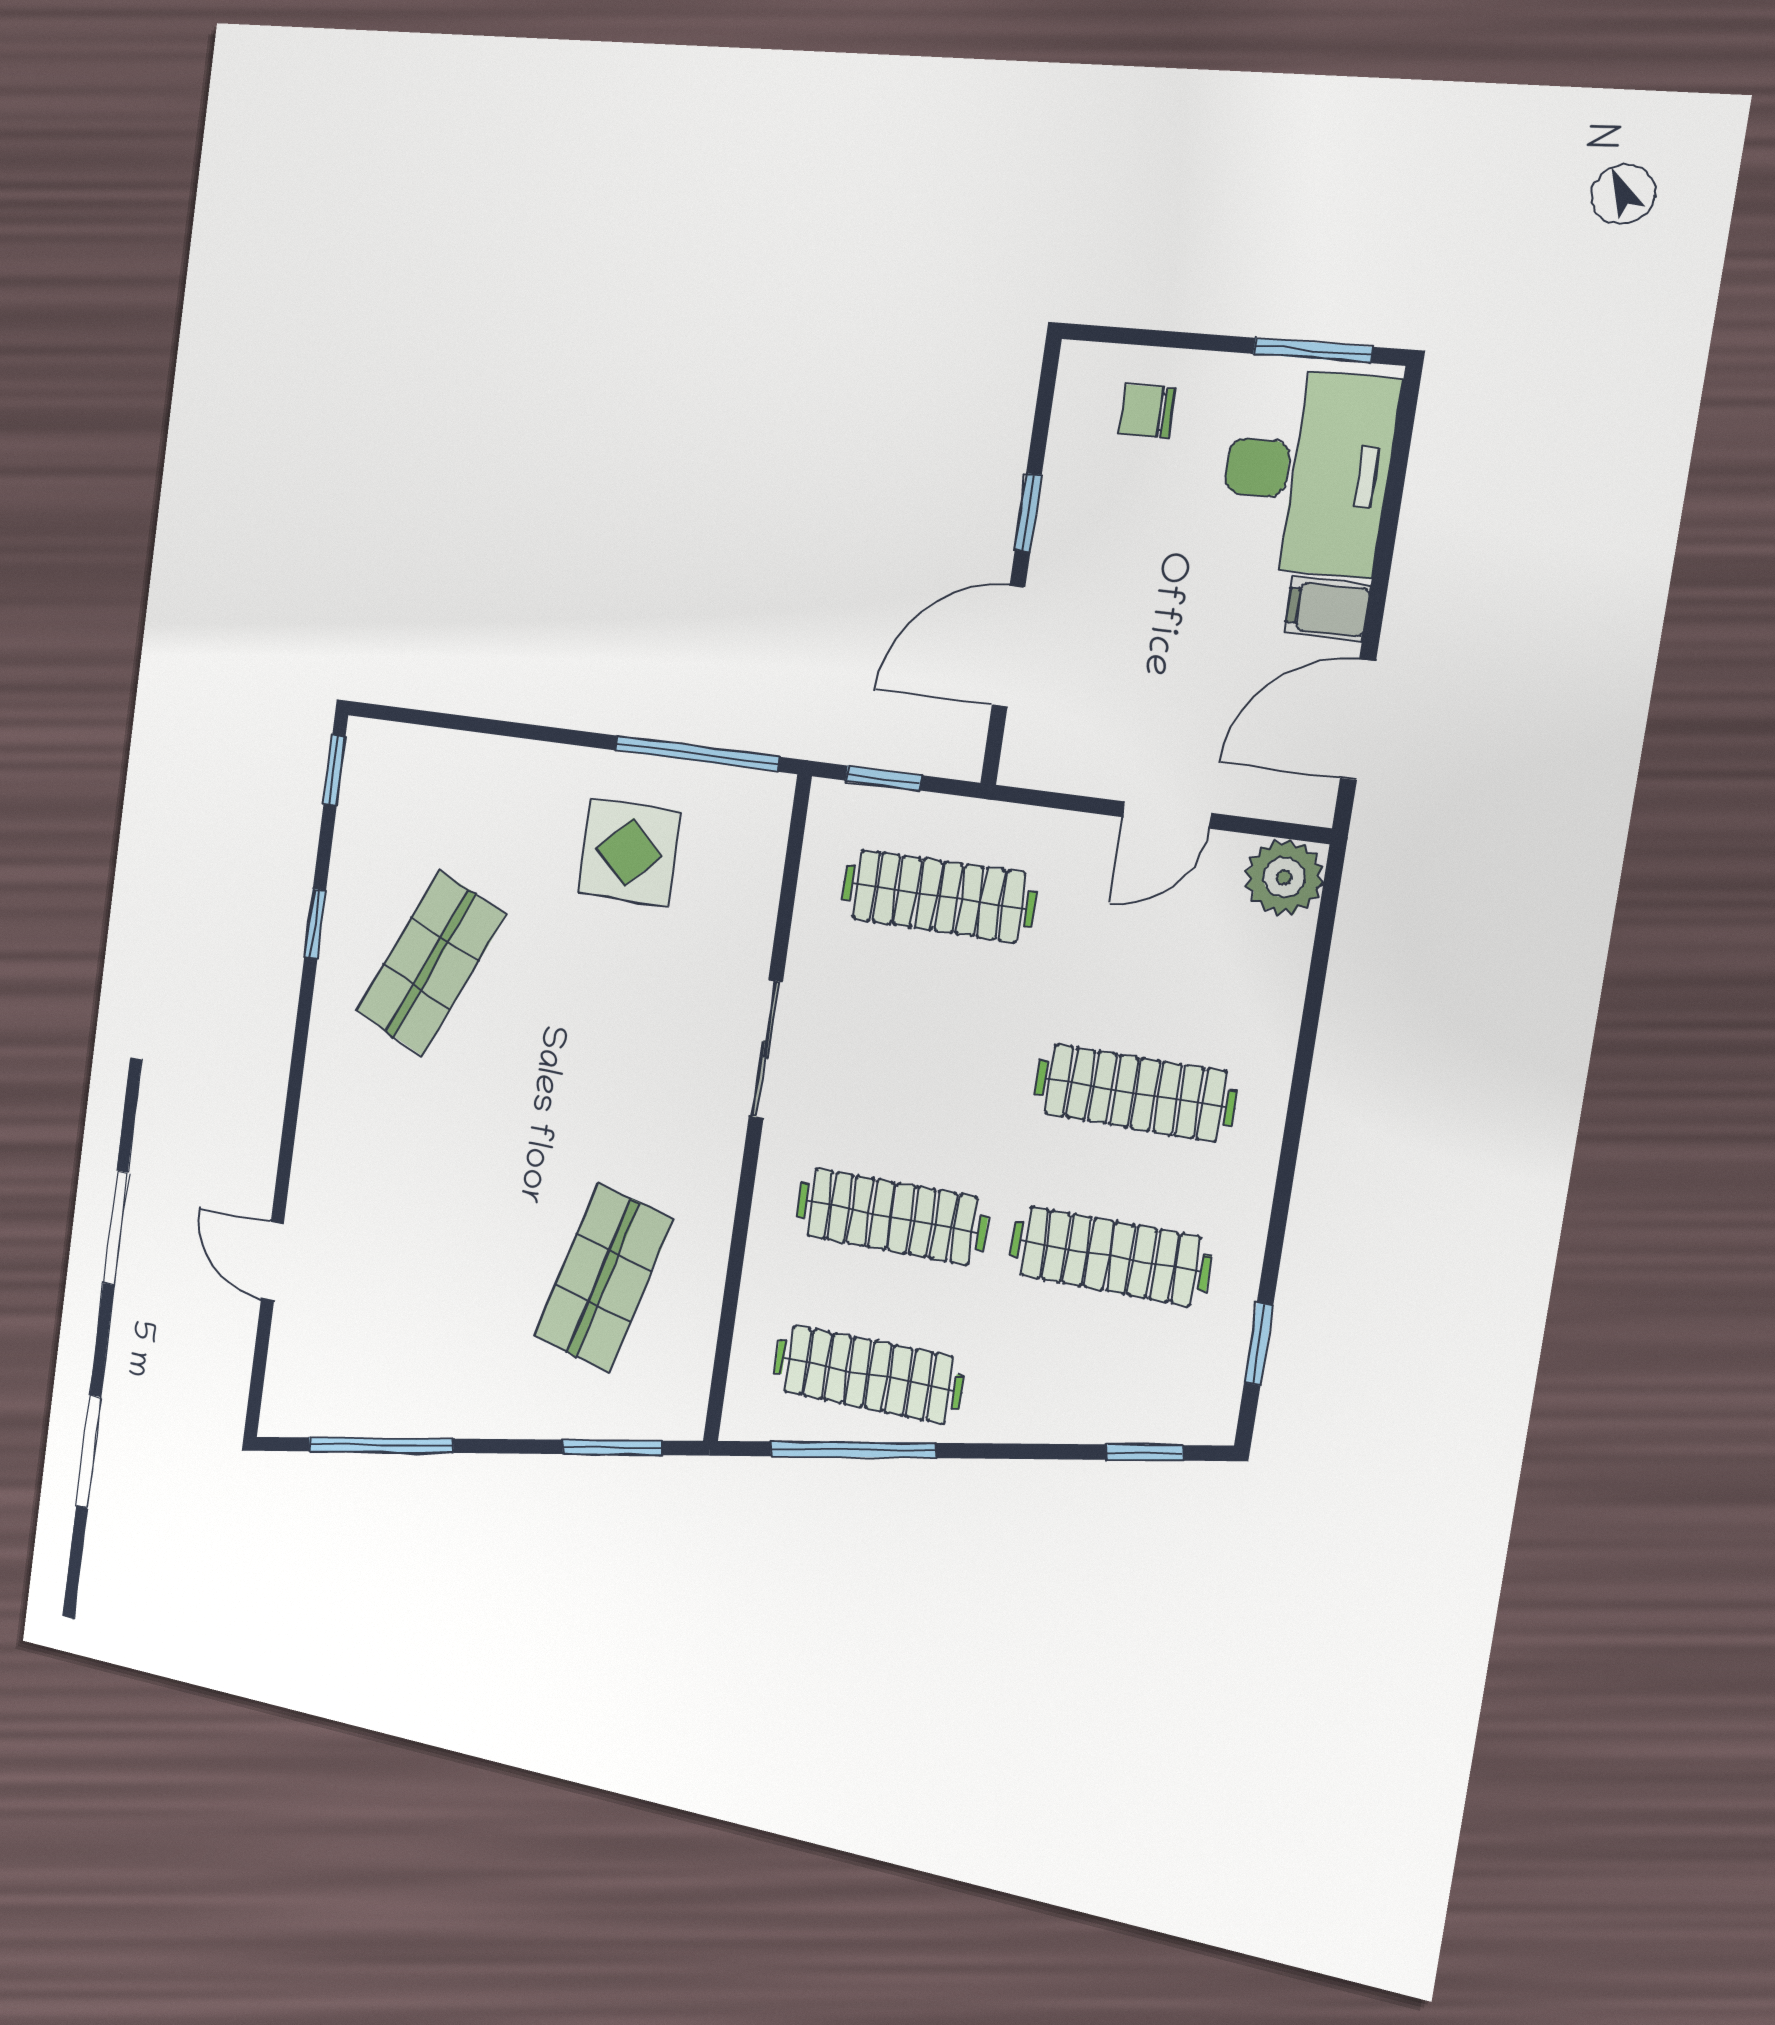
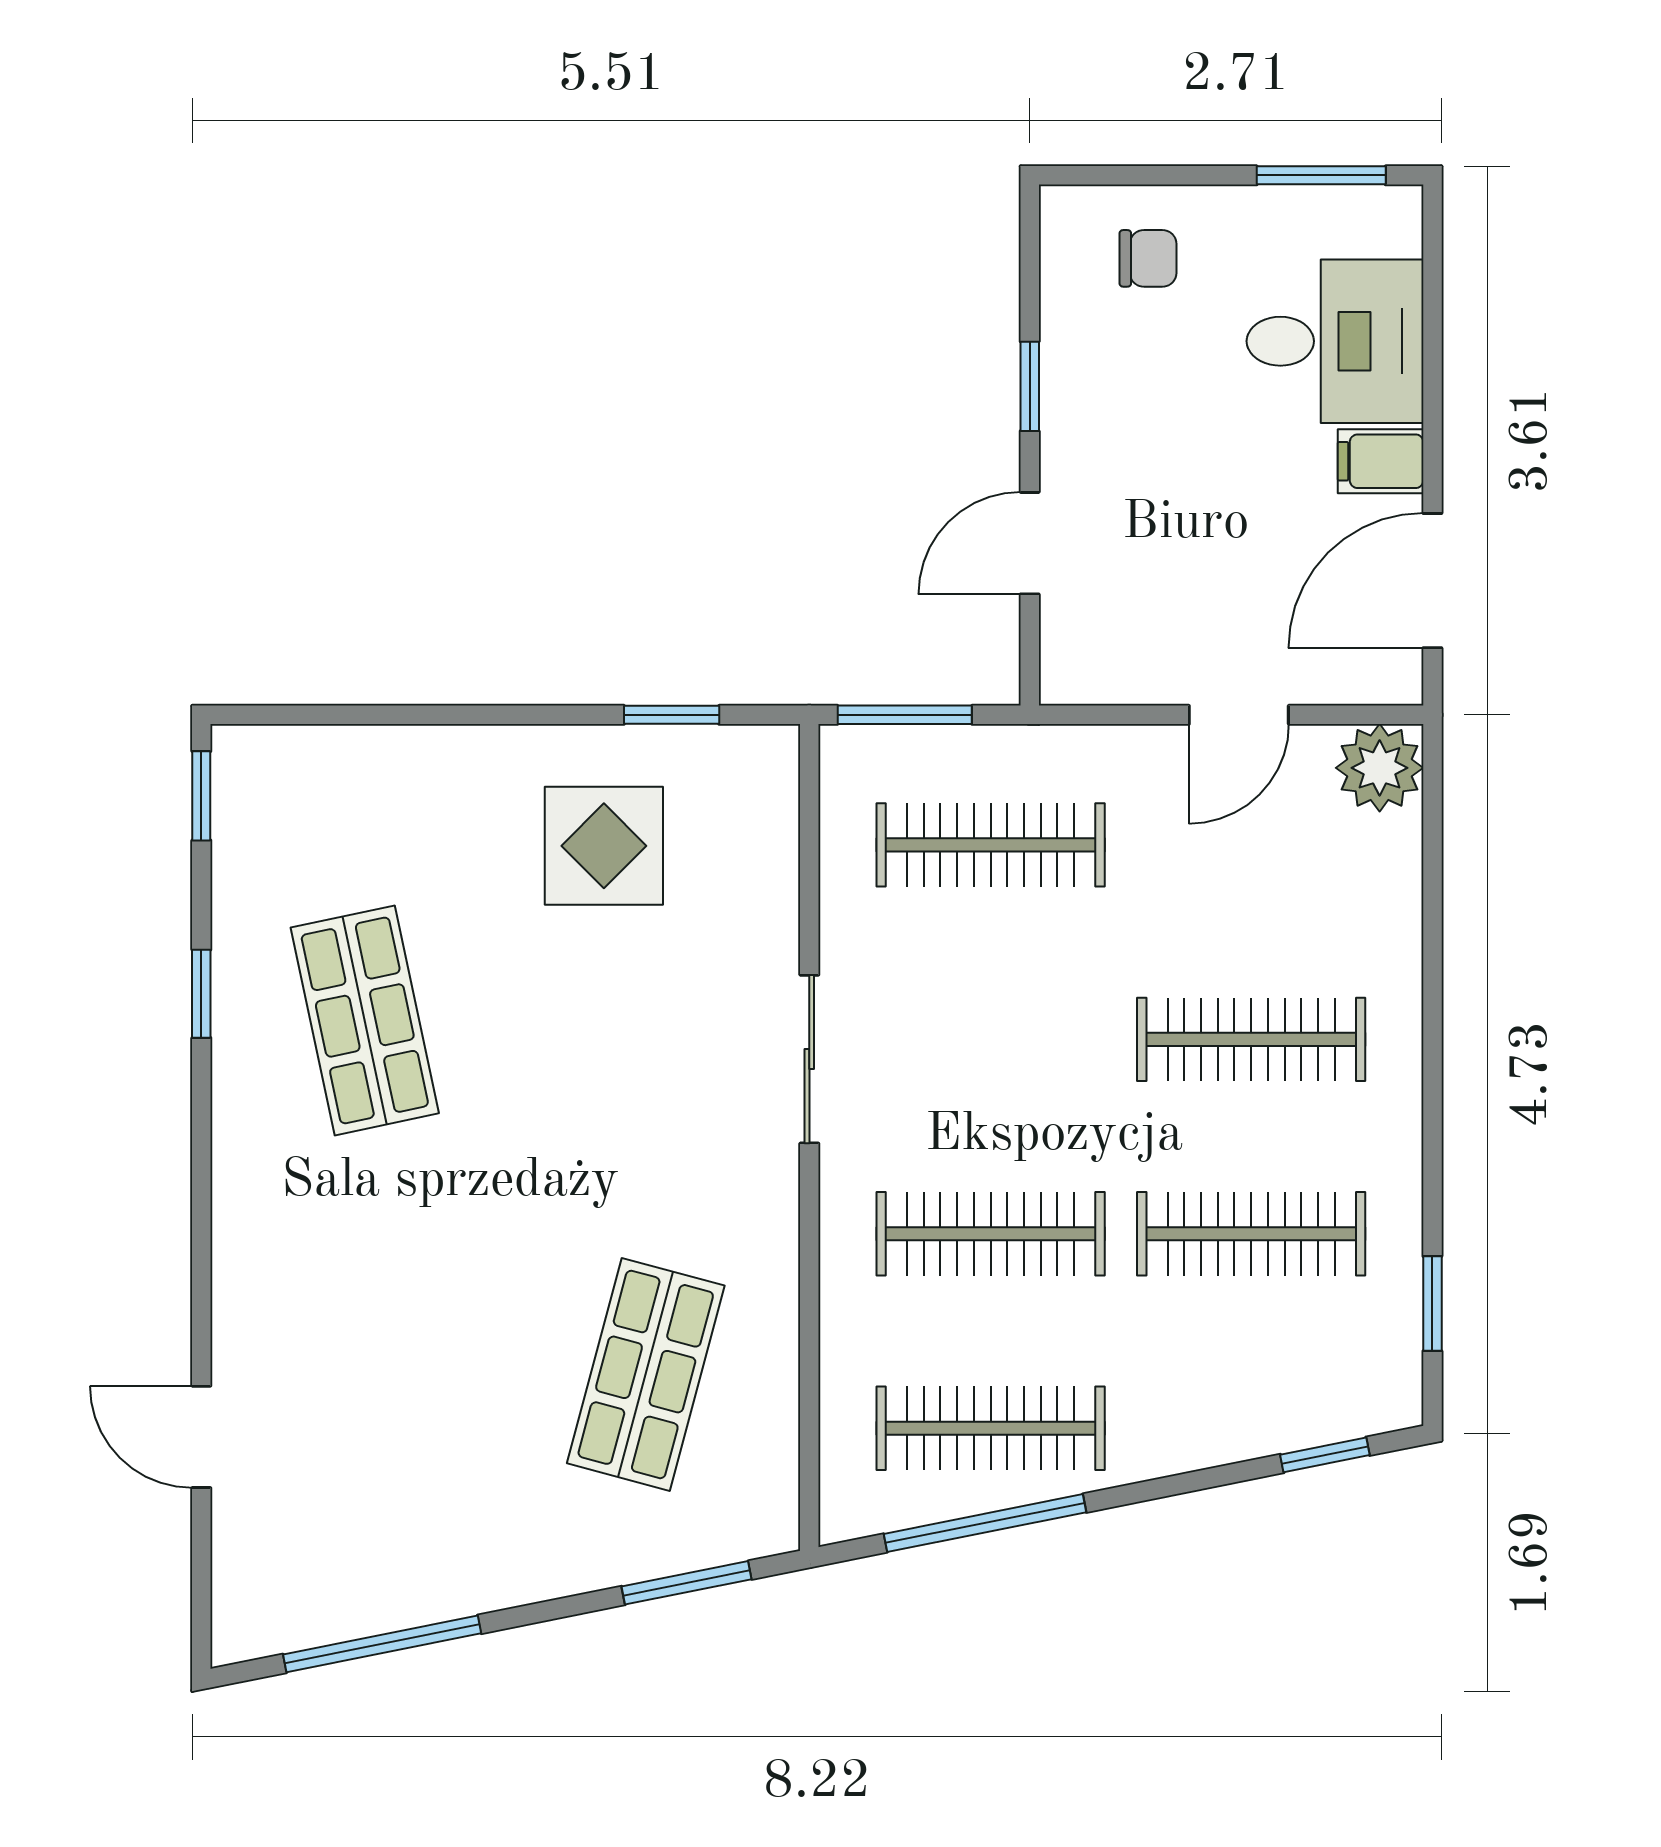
chair: (1147, 411) -> (1148, 258), turned 180
desk: (1307, 472) -> (1335, 341), width x0.73
door: (1008, 646) -> (1030, 543), width x0.73
window: (696, 753) -> (672, 715), width x0.46
window: (883, 778) -> (905, 715), width x1.50
shop shelf: (431, 963) -> (365, 1020), turned -36

